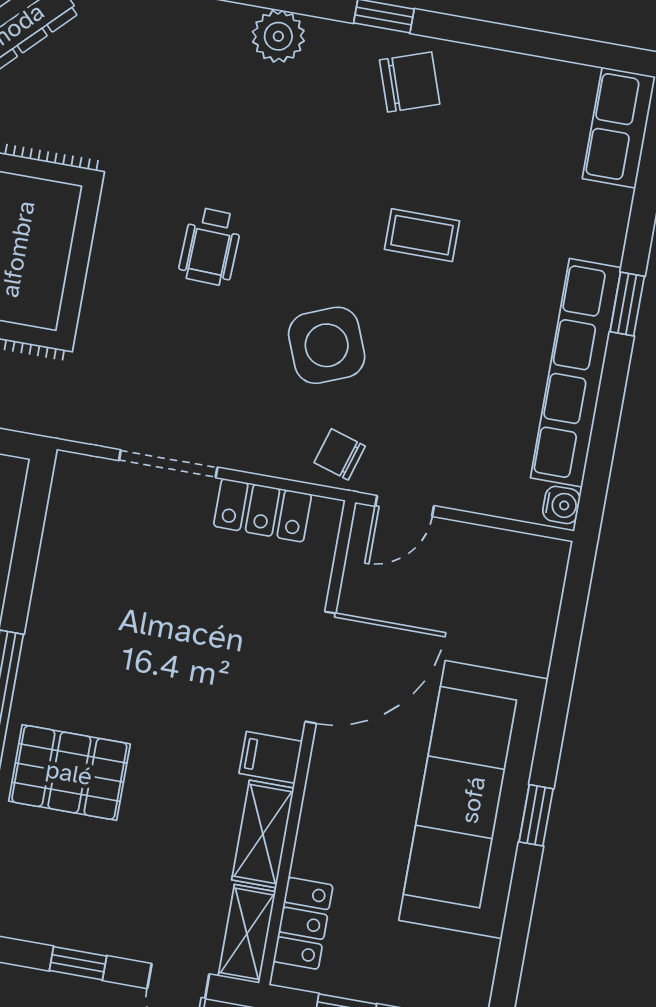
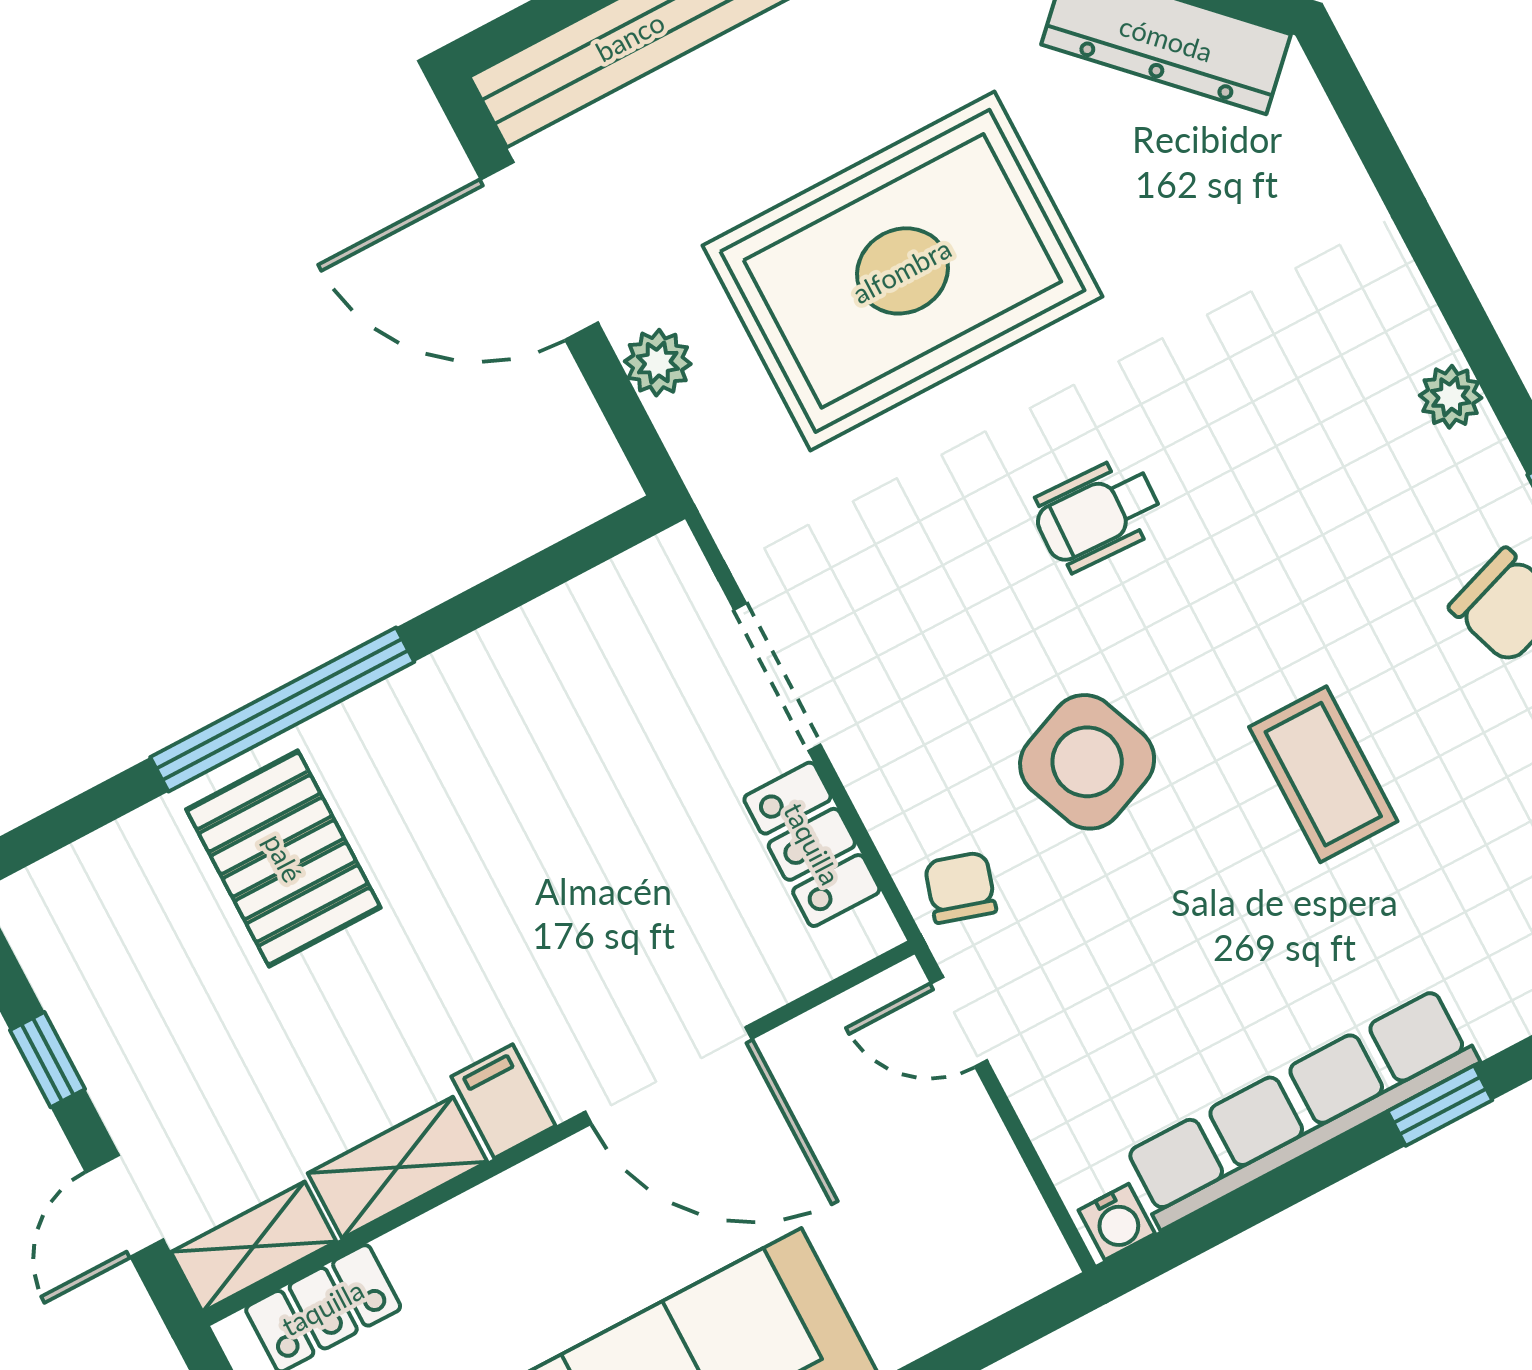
plant: (278, 36) -> (1451, 397), width x0.73, depth x0.73
coffee table: (422, 235) -> (1323, 774), width x1.36, depth x1.30

